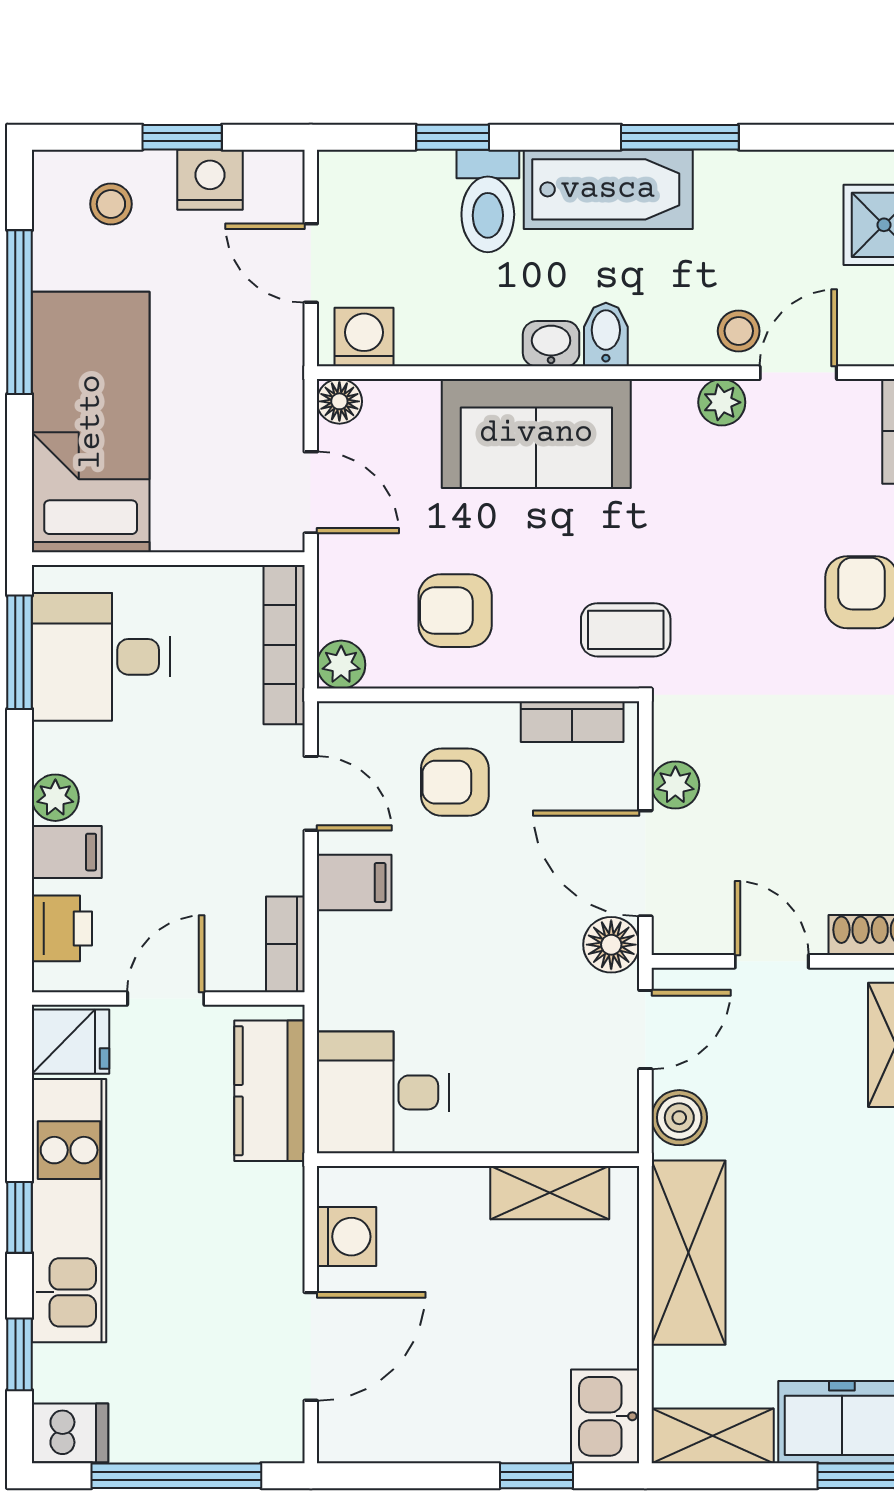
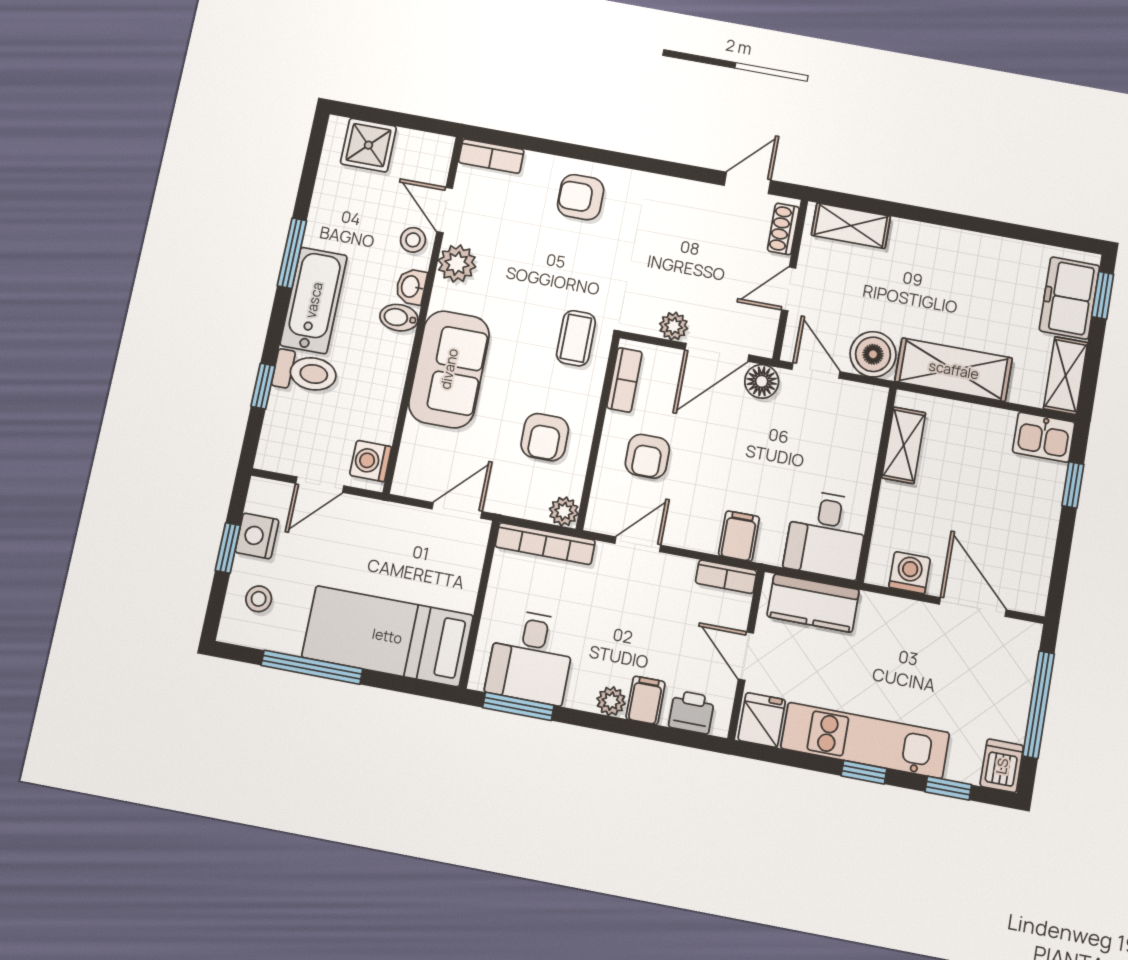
washbasin: (551, 344) -> (411, 287), moved
floor lamp: (339, 401) -> (406, 483), removed
plant: (722, 402) -> (457, 263), width x1.38, depth x1.38
filing cabinet: (354, 883) -> (739, 536), moved
boiler: (679, 1118) -> (873, 354), width x1.36, depth x1.36

